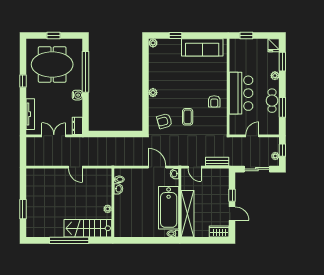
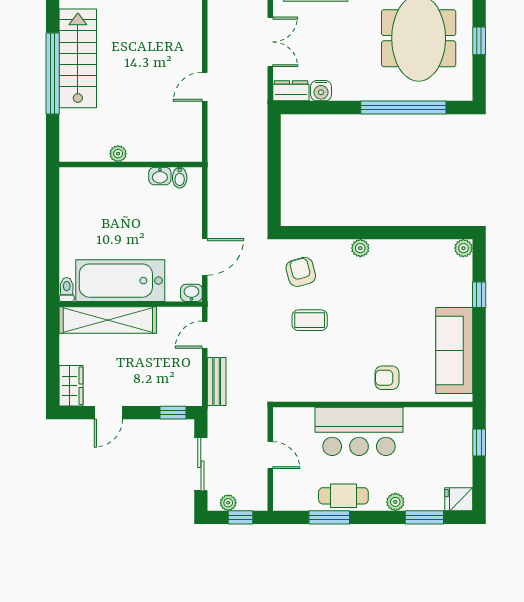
water cooler: (77, 95) -> (321, 91), moved
armchair: (214, 101) -> (387, 378), moved
window: (232, 195) -> (173, 413), moved
stairs: (88, 228) -> (78, 58), moved

